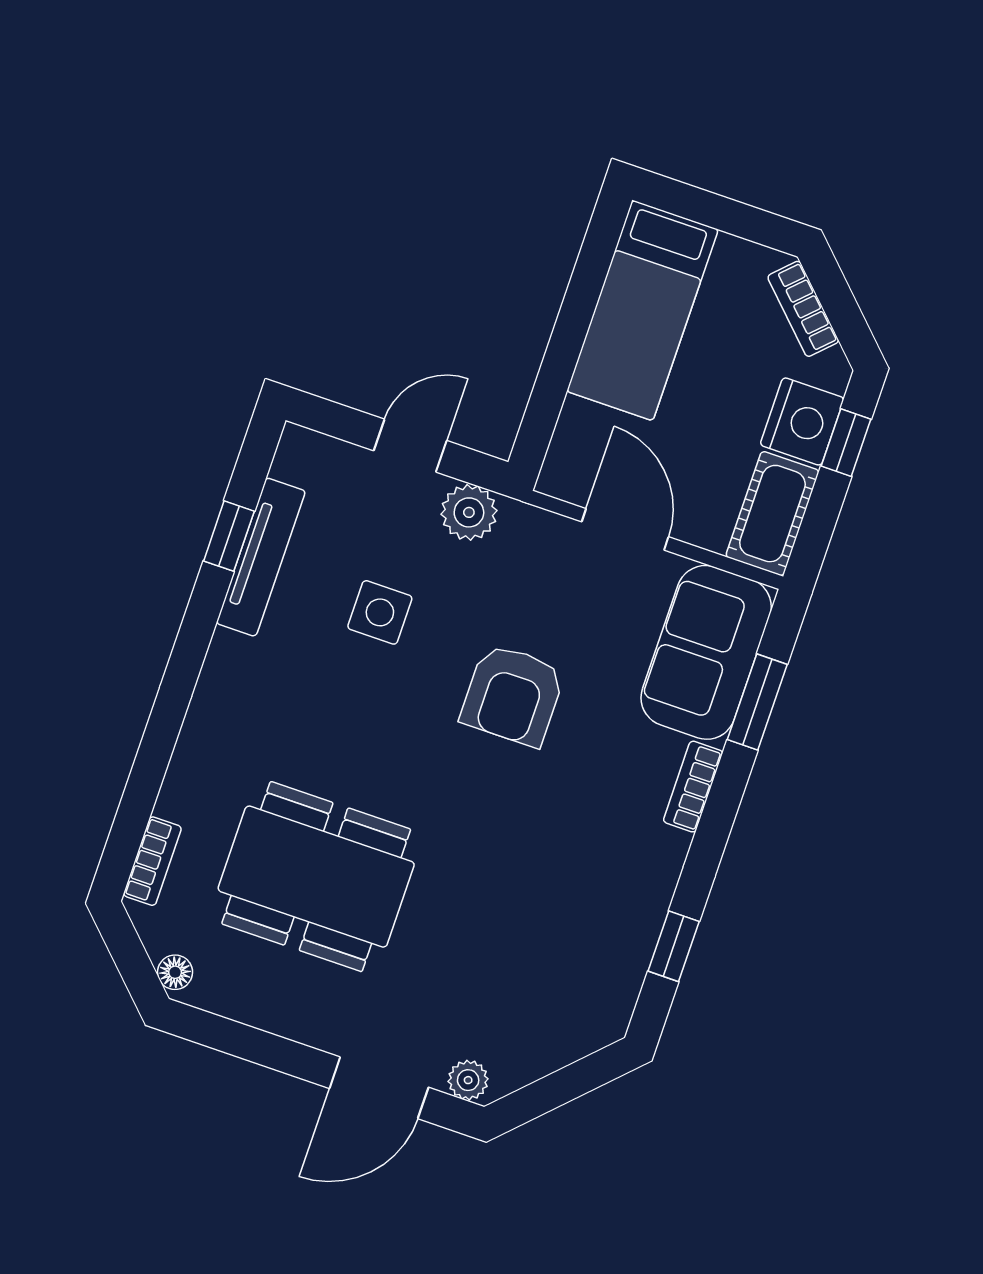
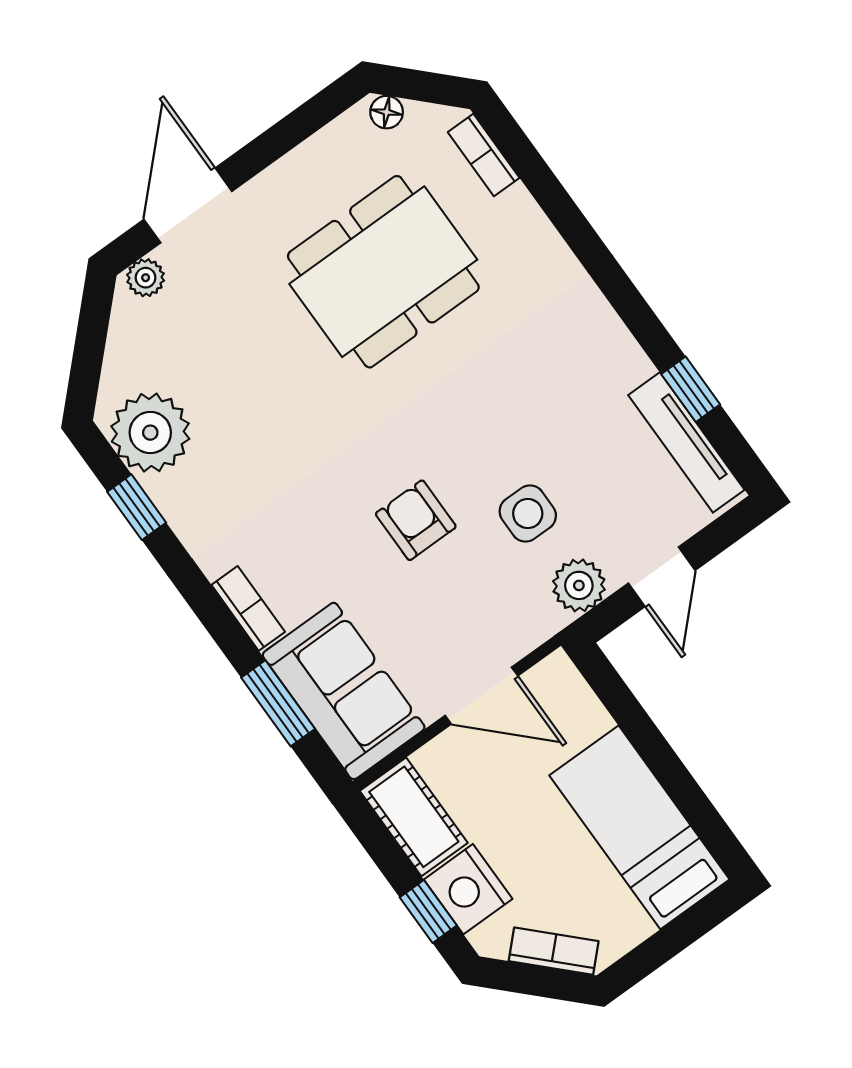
tv unit: (261, 557) -> (686, 442), moved
side table: (380, 612) -> (528, 514), moved
armchair: (513, 695) -> (416, 520), width x0.72, depth x0.72
plant: (600, 980) -> (150, 433), added

